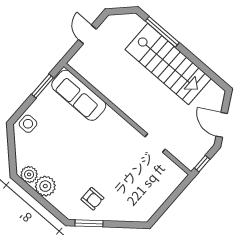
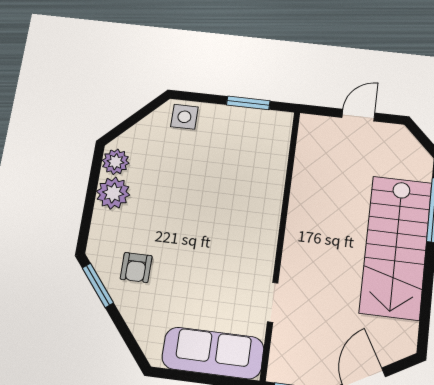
sofa: (79, 95) -> (213, 353), moved, turned 90

